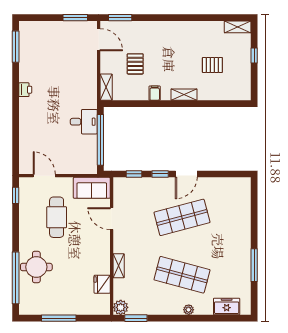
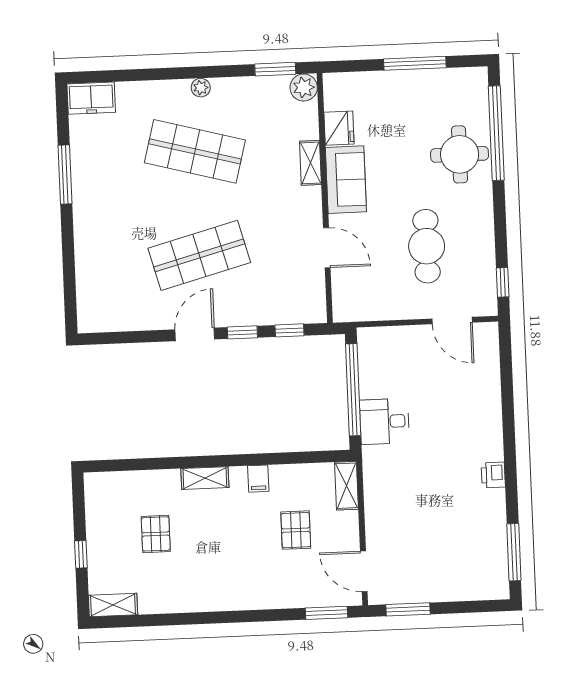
pallet: (212, 65) -> (156, 534), turned 90
sofa: (92, 188) -> (346, 180), moved, turned 90
freezer: (227, 306) -> (91, 98), moved
plant: (189, 310) -> (201, 88), moved

